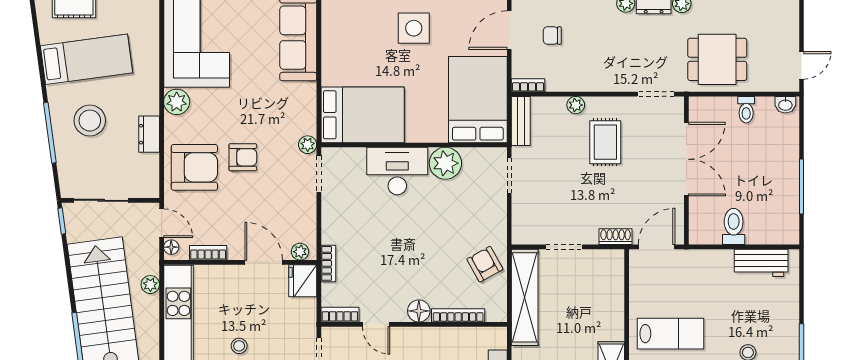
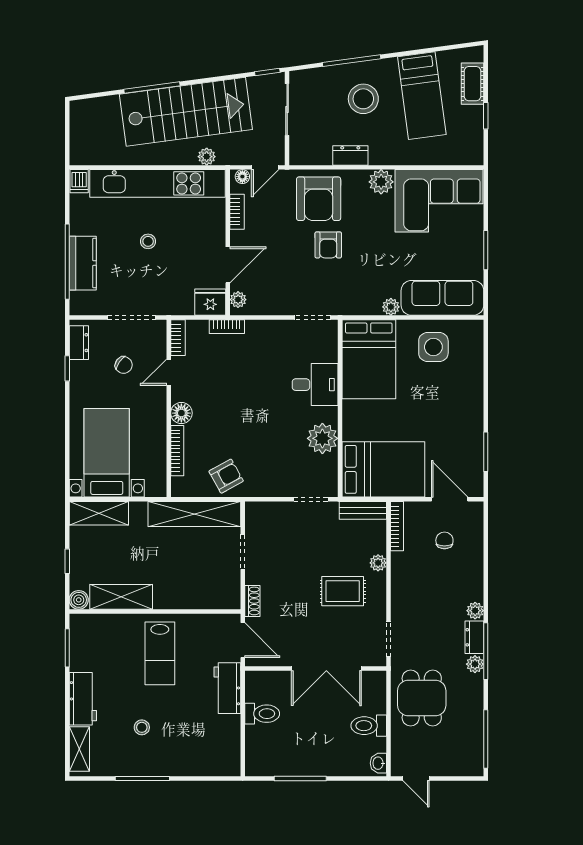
side table: (414, 28) -> (433, 347), moved
bookcase: (528, 85) -> (397, 526), width x1.56
toilet: (746, 110) -> (369, 726), width x1.37, depth x1.39
plant: (308, 145) -> (391, 307), moved
desk: (397, 171) -> (315, 385), width x0.73
workbench: (761, 263) -> (227, 688), moved

